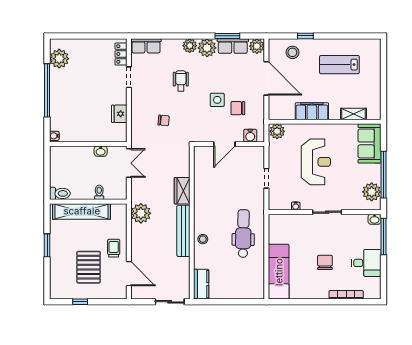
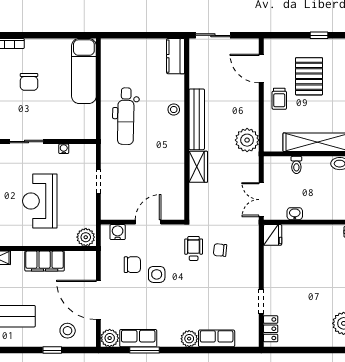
row of seats: (146, 46) -> (217, 338), moved
plant: (207, 48) -> (169, 336), removed
wheelchair: (181, 81) -> (194, 248), moved, turned 180
fridge: (119, 114) -> (273, 235), moved

